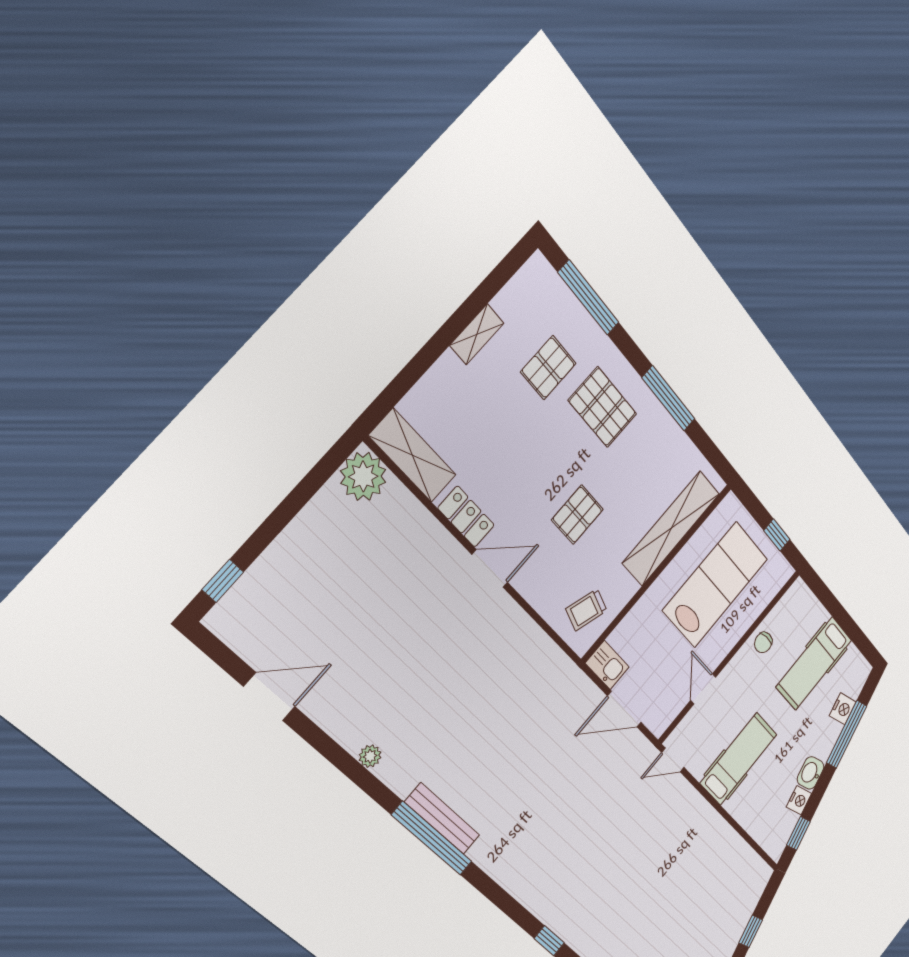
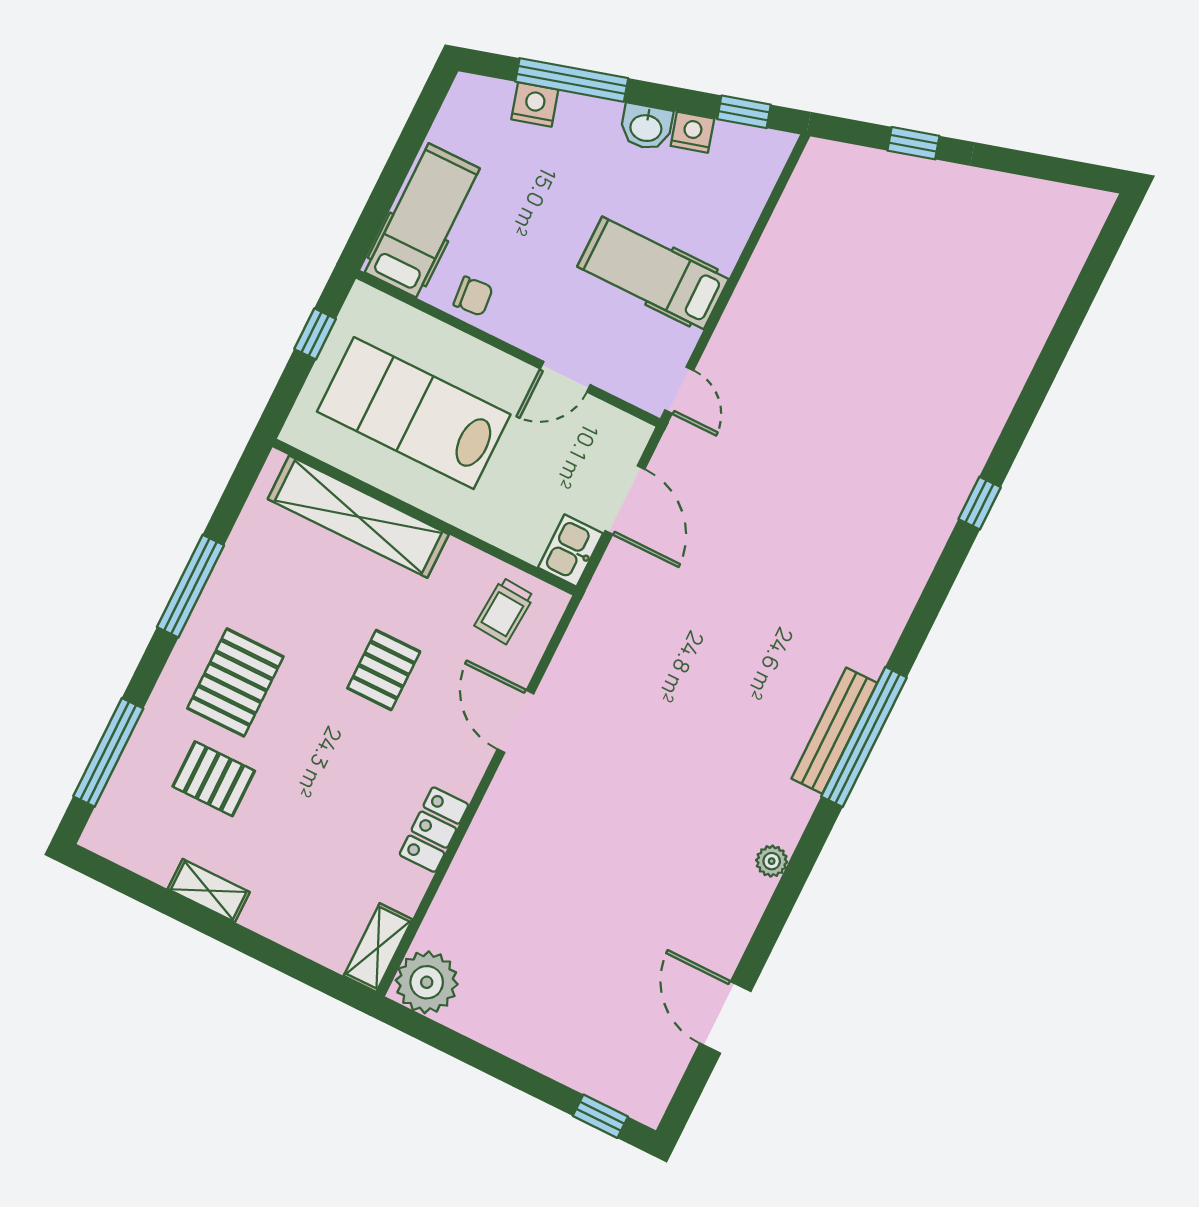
shelving: (413, 455) -> (378, 948), width x0.67, depth x0.75
pallet: (577, 515) -> (384, 670), turned 90
door: (490, 568) -> (516, 721), moved
trolley: (586, 610) -> (504, 611), turned 76
hospital bed: (814, 664) -> (422, 220), moved, turned -90

